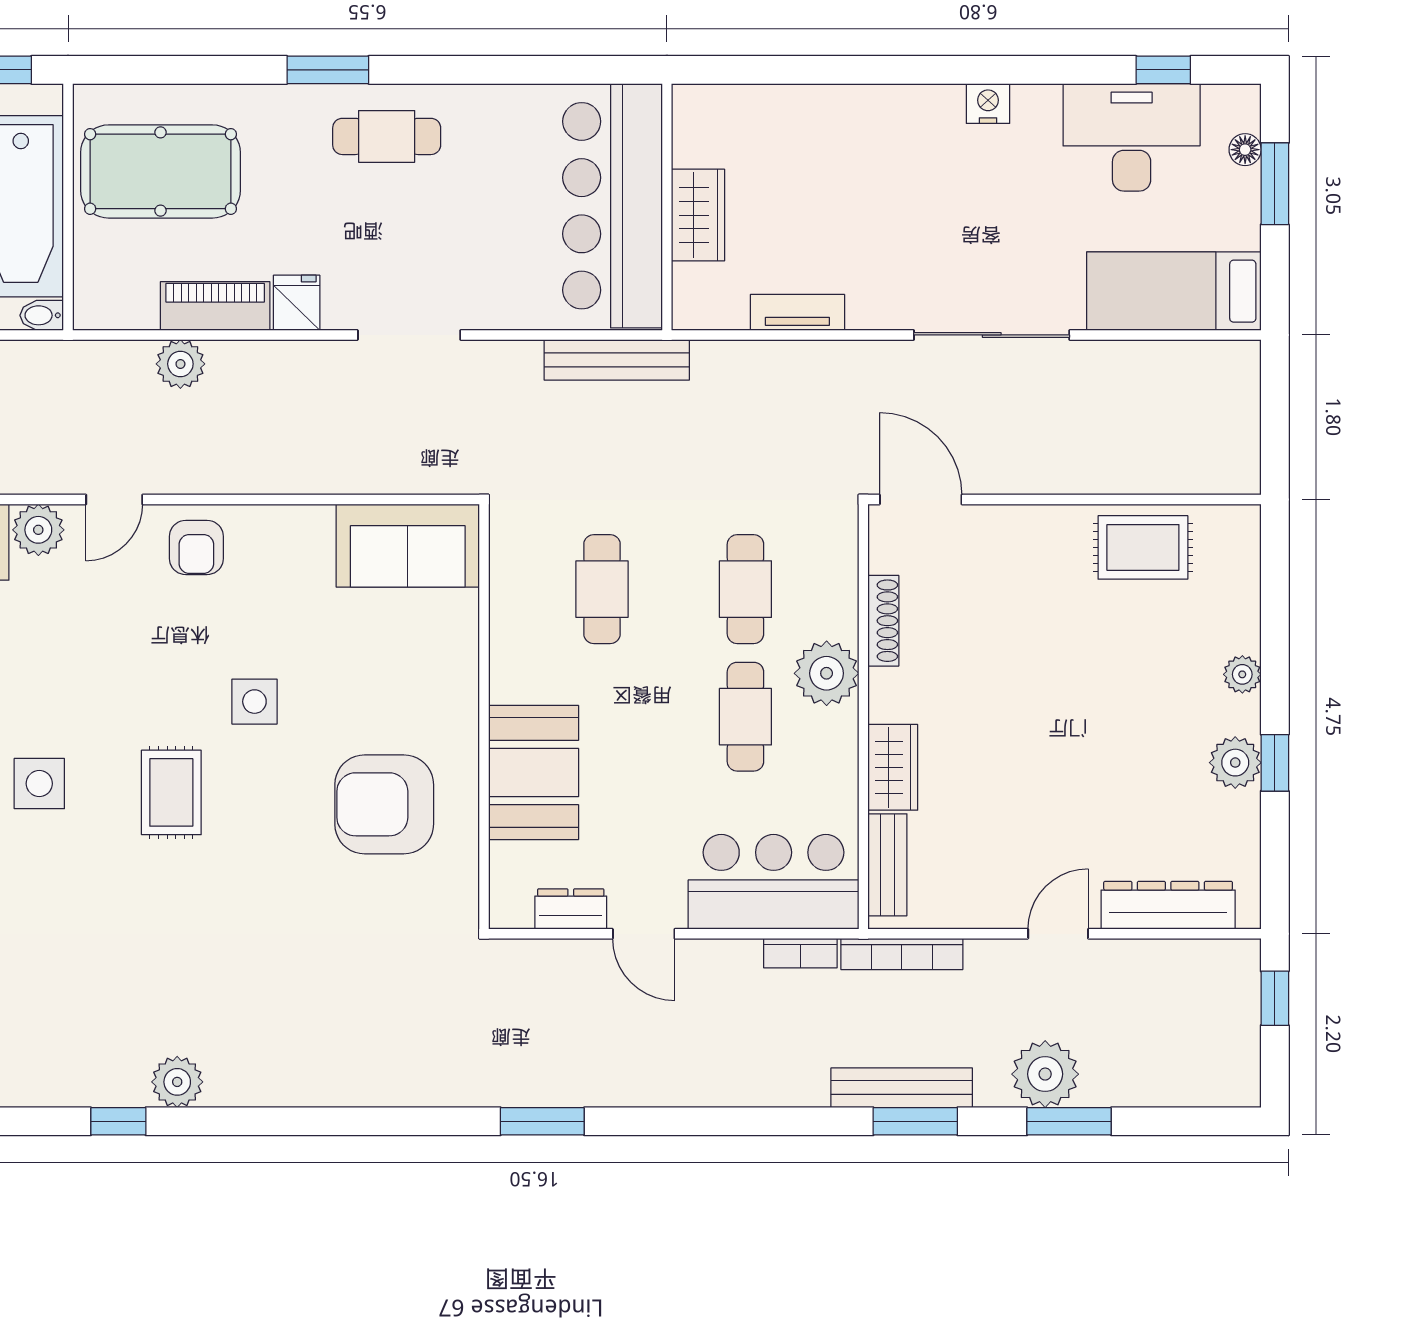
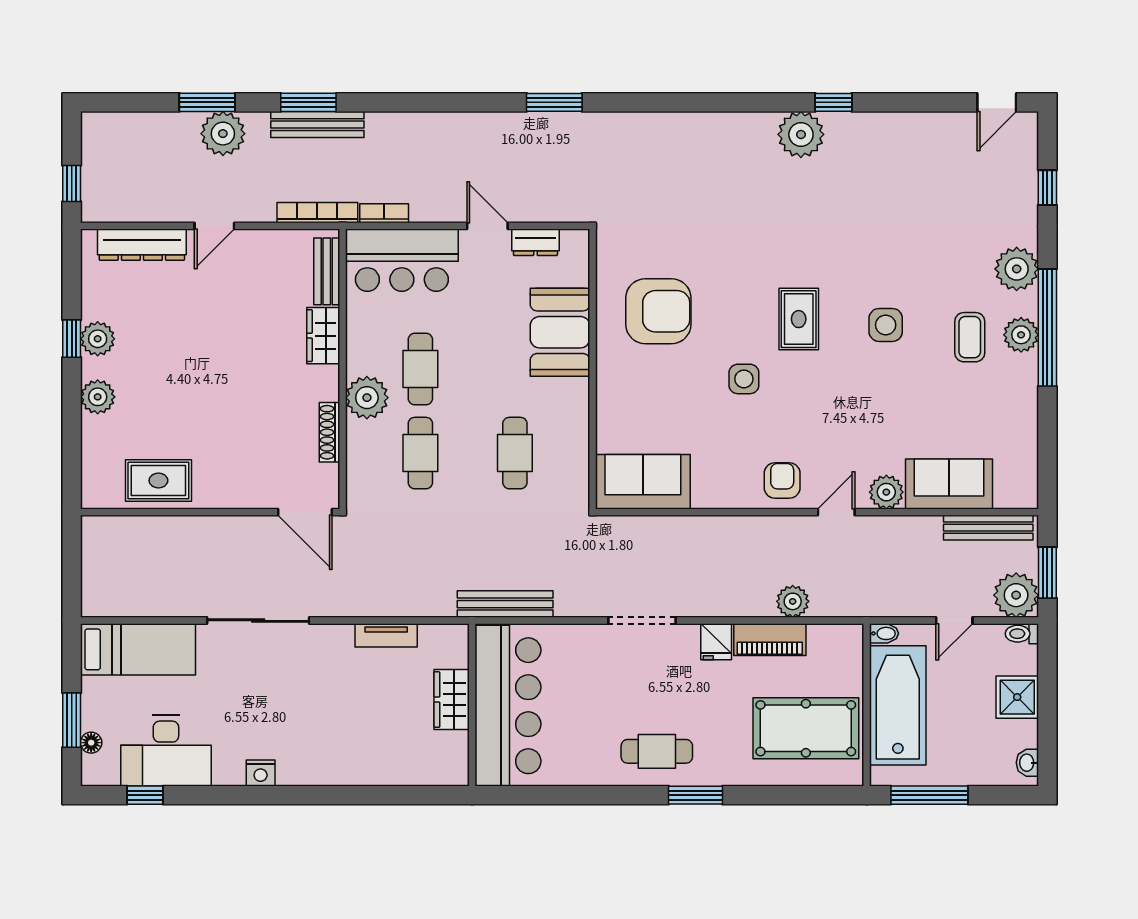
plant: (1242, 674) -> (98, 397), width x1.38, depth x1.38
plant: (177, 1082) -> (801, 134), width x1.36, depth x1.36

